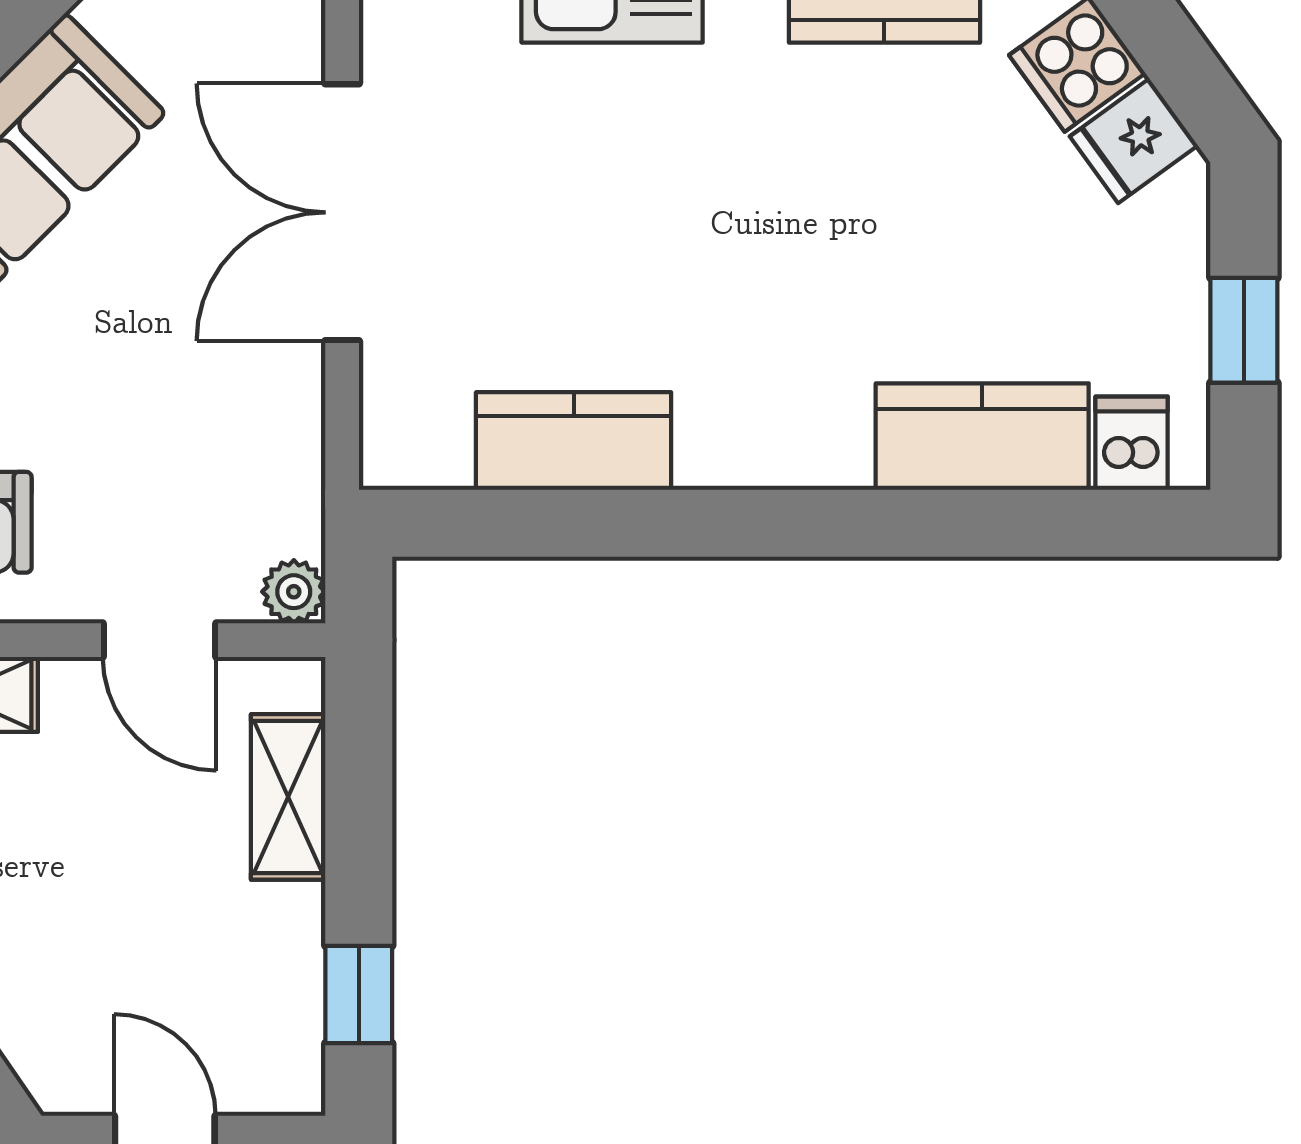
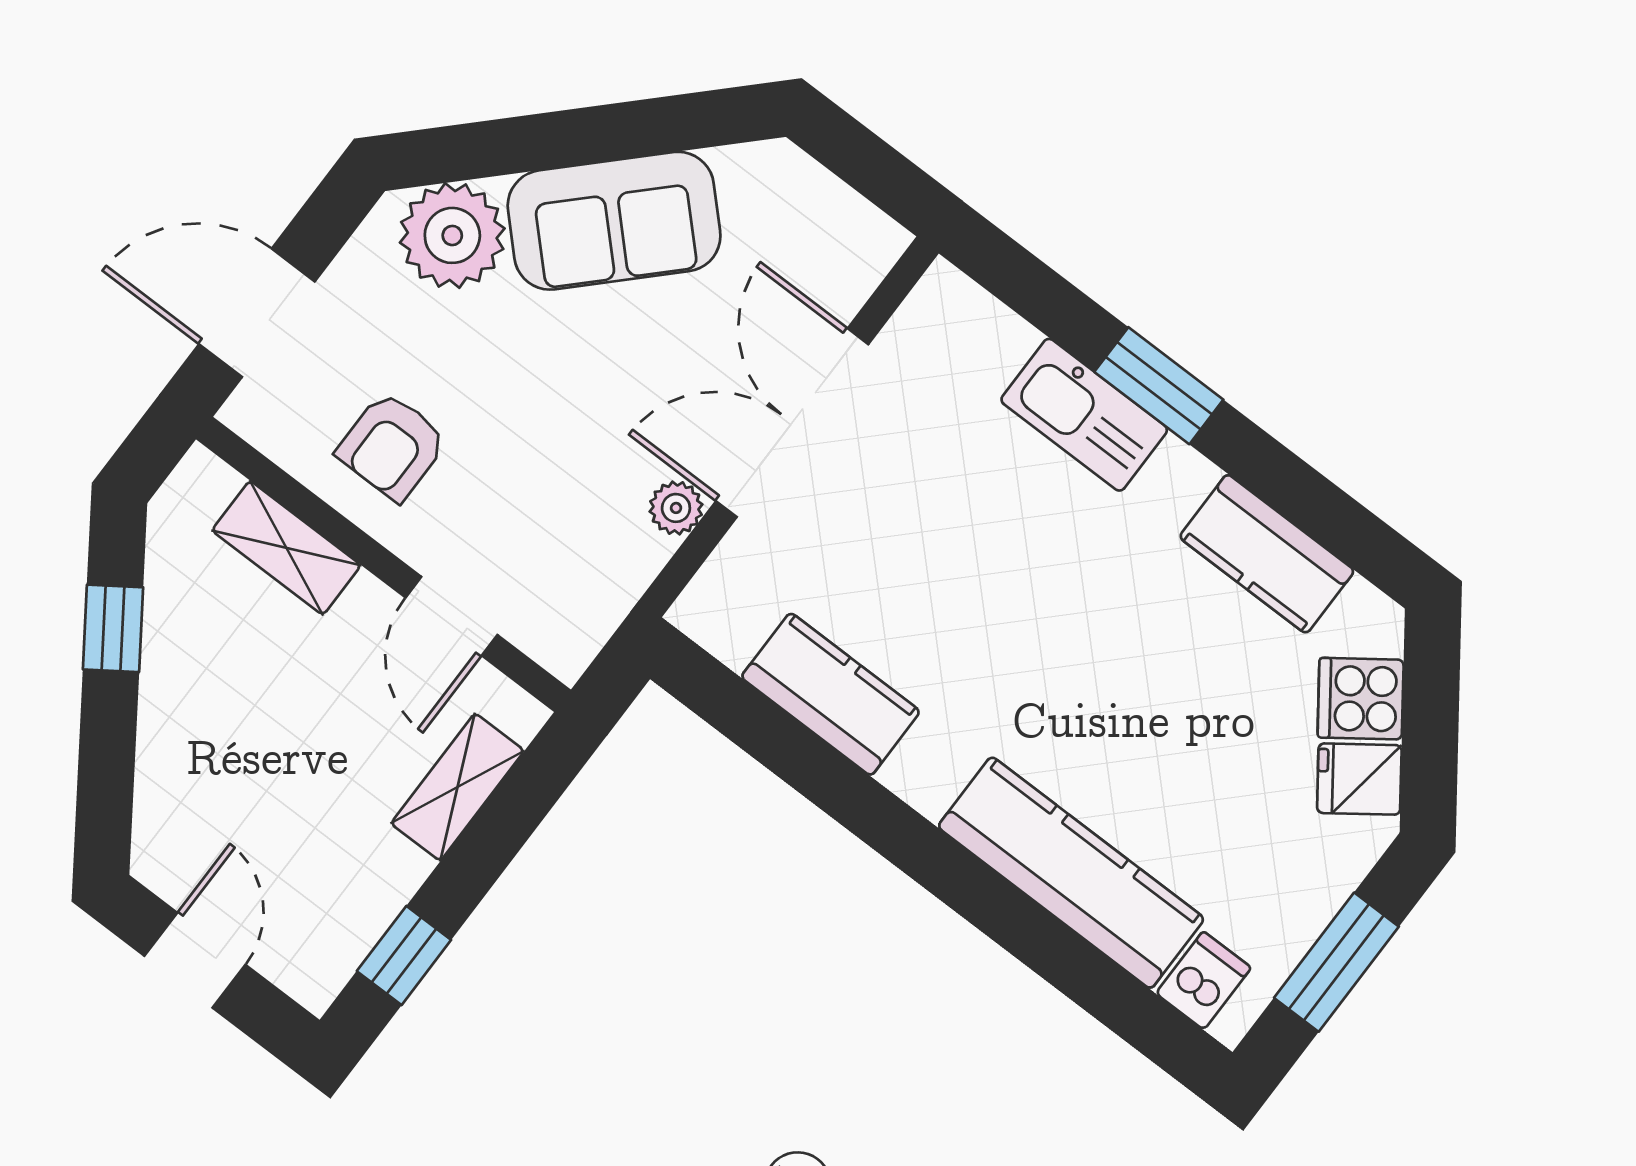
window: (1244, 330) -> (1336, 962), width x1.50
kitchen counter: (982, 437) -> (1071, 873), width x1.50
plant: (294, 592) -> (676, 508), moved

